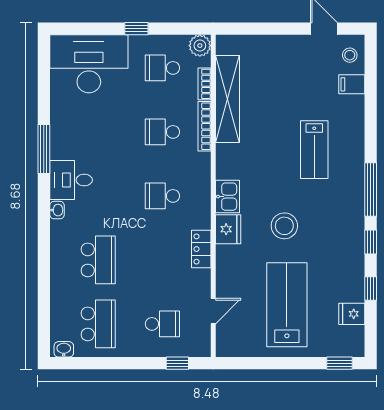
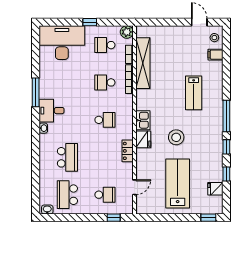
school desk: (162, 196) -> (105, 120), turned 180
school desk: (98, 324) -> (67, 195), turned 180

